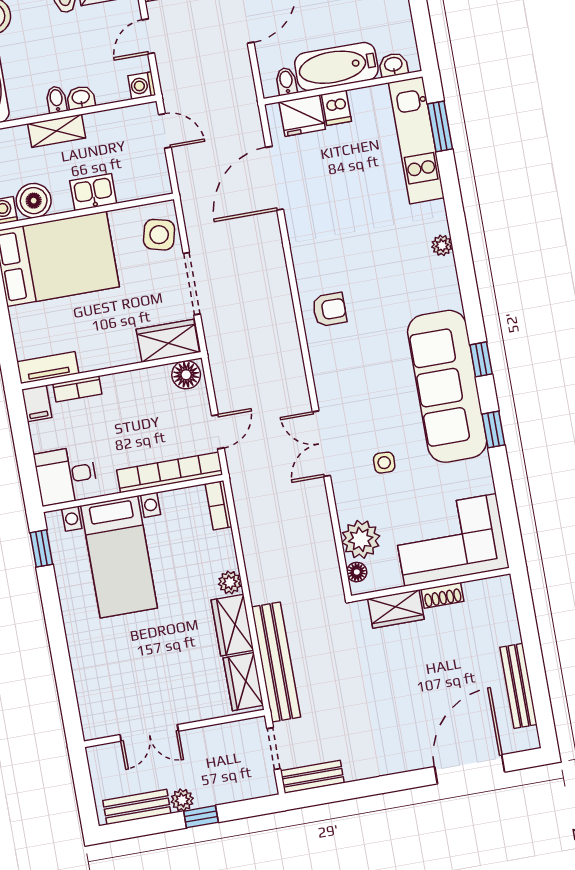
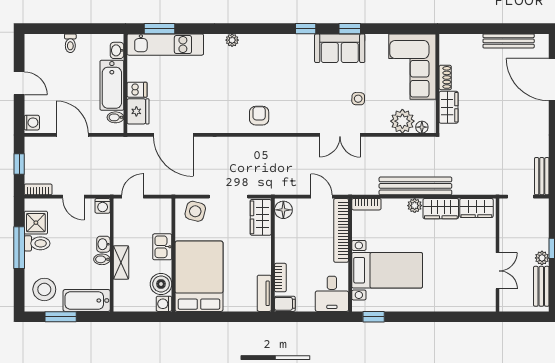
sofa: (447, 386) -> (340, 48), width x0.54, depth x0.79
bench: (276, 662) -> (415, 186), moved

